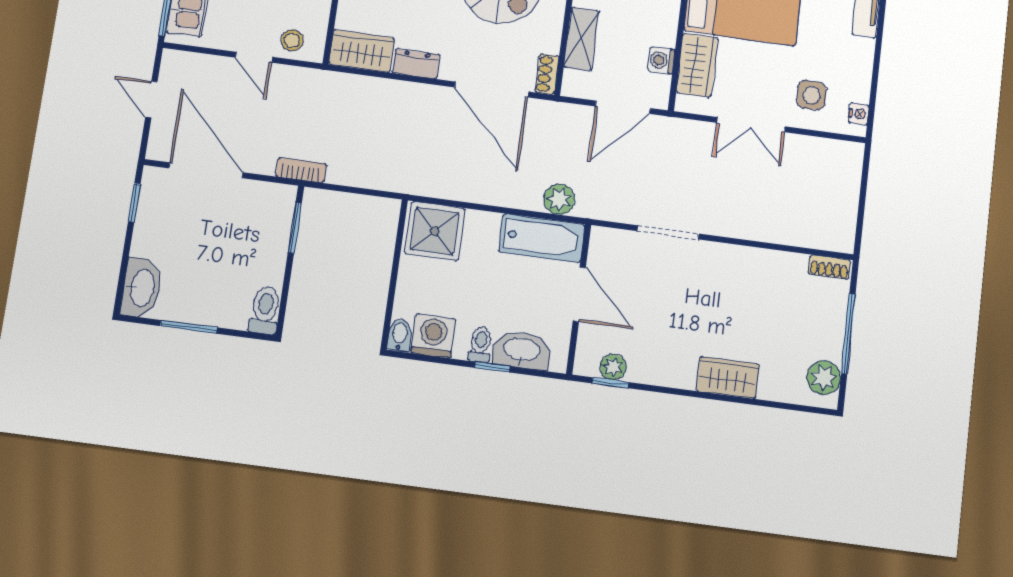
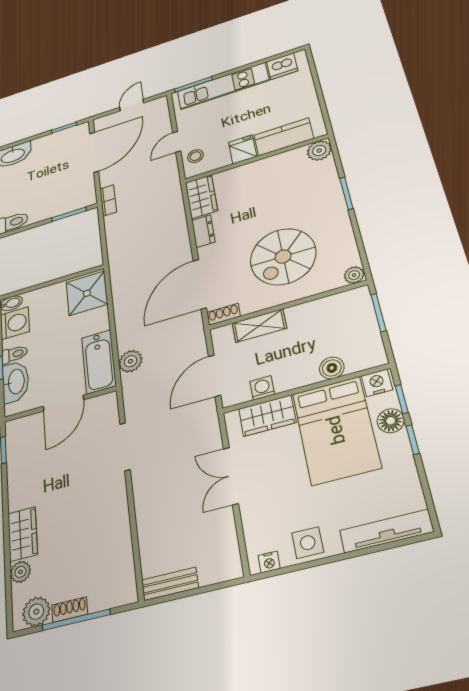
side table: (812, 95) -> (308, 543), moved
door: (623, 107) -> (215, 376), hinge flipped
bench: (845, 222) -> (170, 584), added
shoe rack: (829, 267) -> (70, 610), moved, turned 90
plant: (613, 367) -> (20, 572), moved

